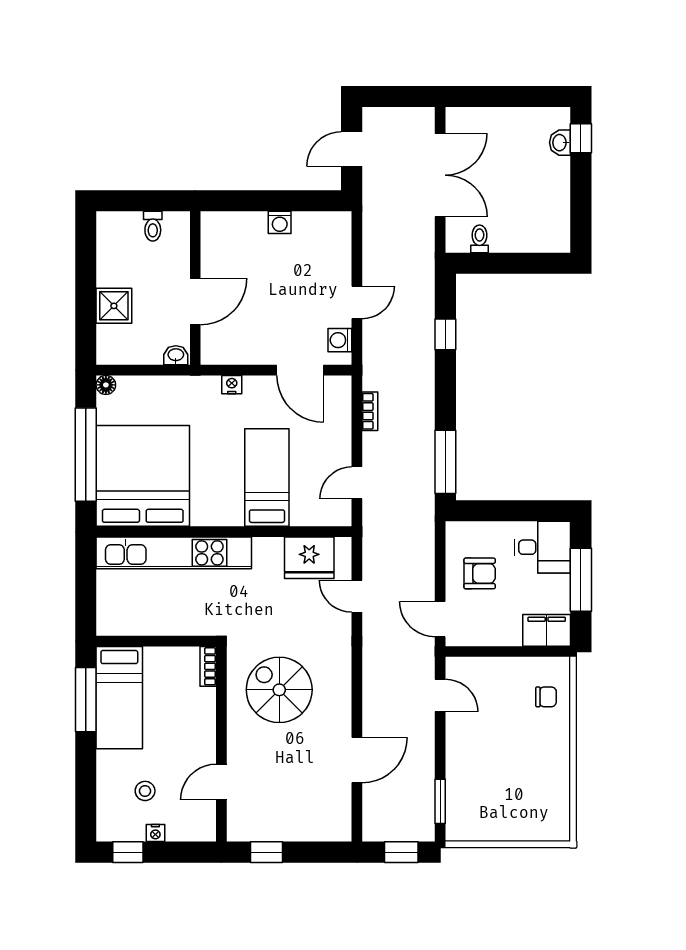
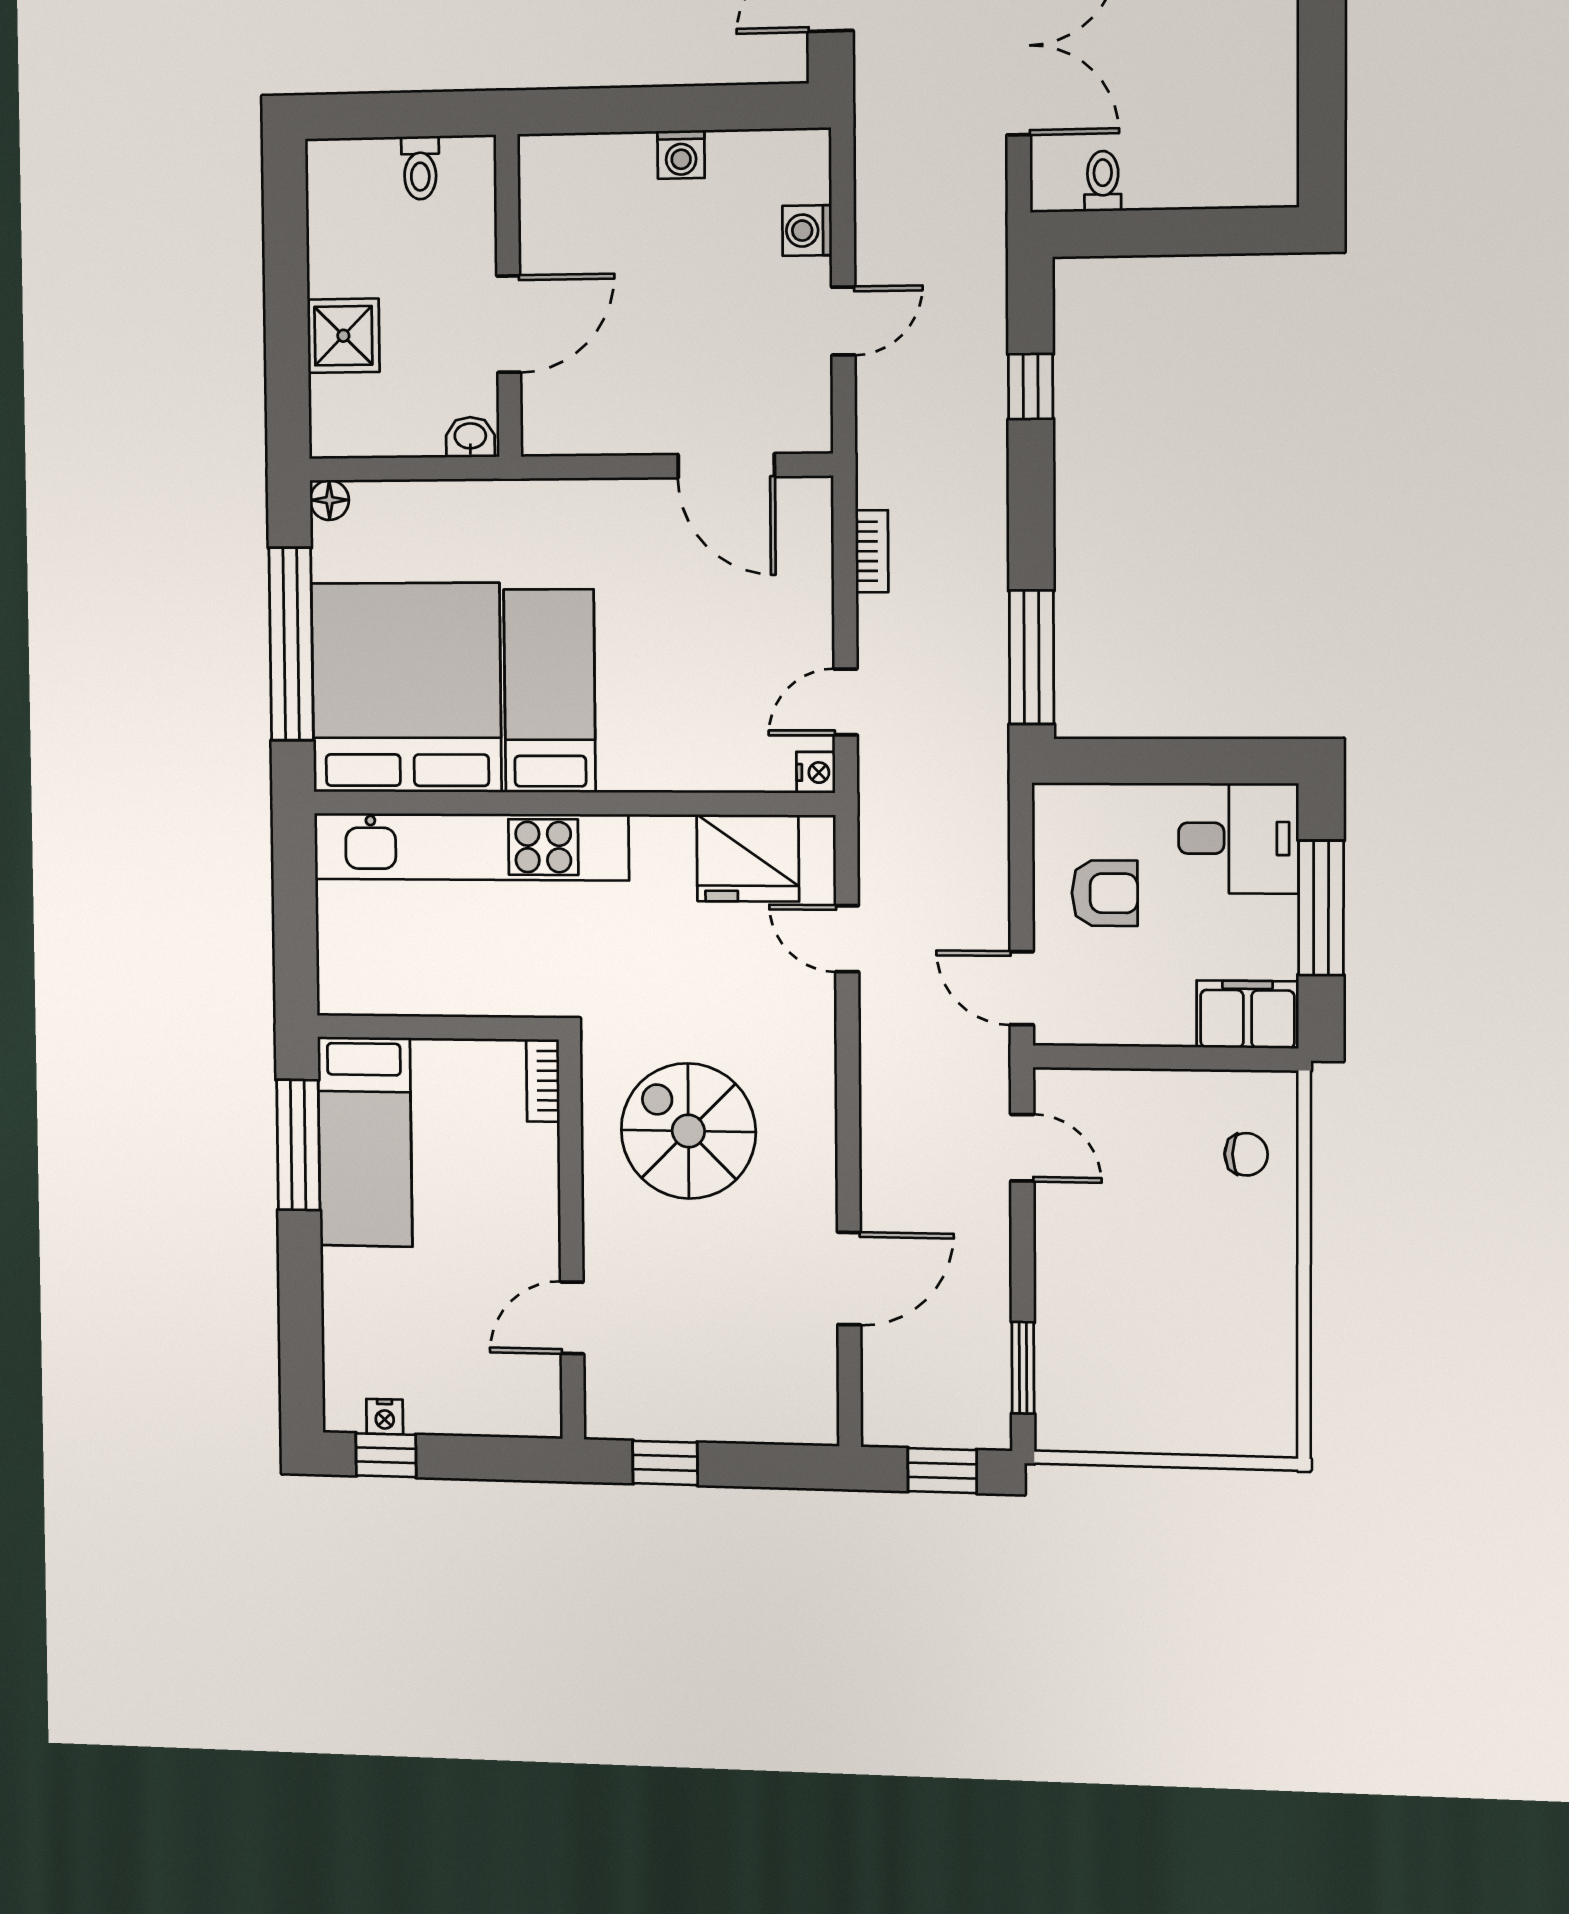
washing machine: (340, 340) -> (807, 231), moved
nightstand: (232, 385) -> (816, 773), moved, turned 90
bed: (267, 478) -> (550, 691), moved
stool: (145, 791) -> (419, 1332), removed
nightstand: (155, 833) -> (385, 1417), moved

